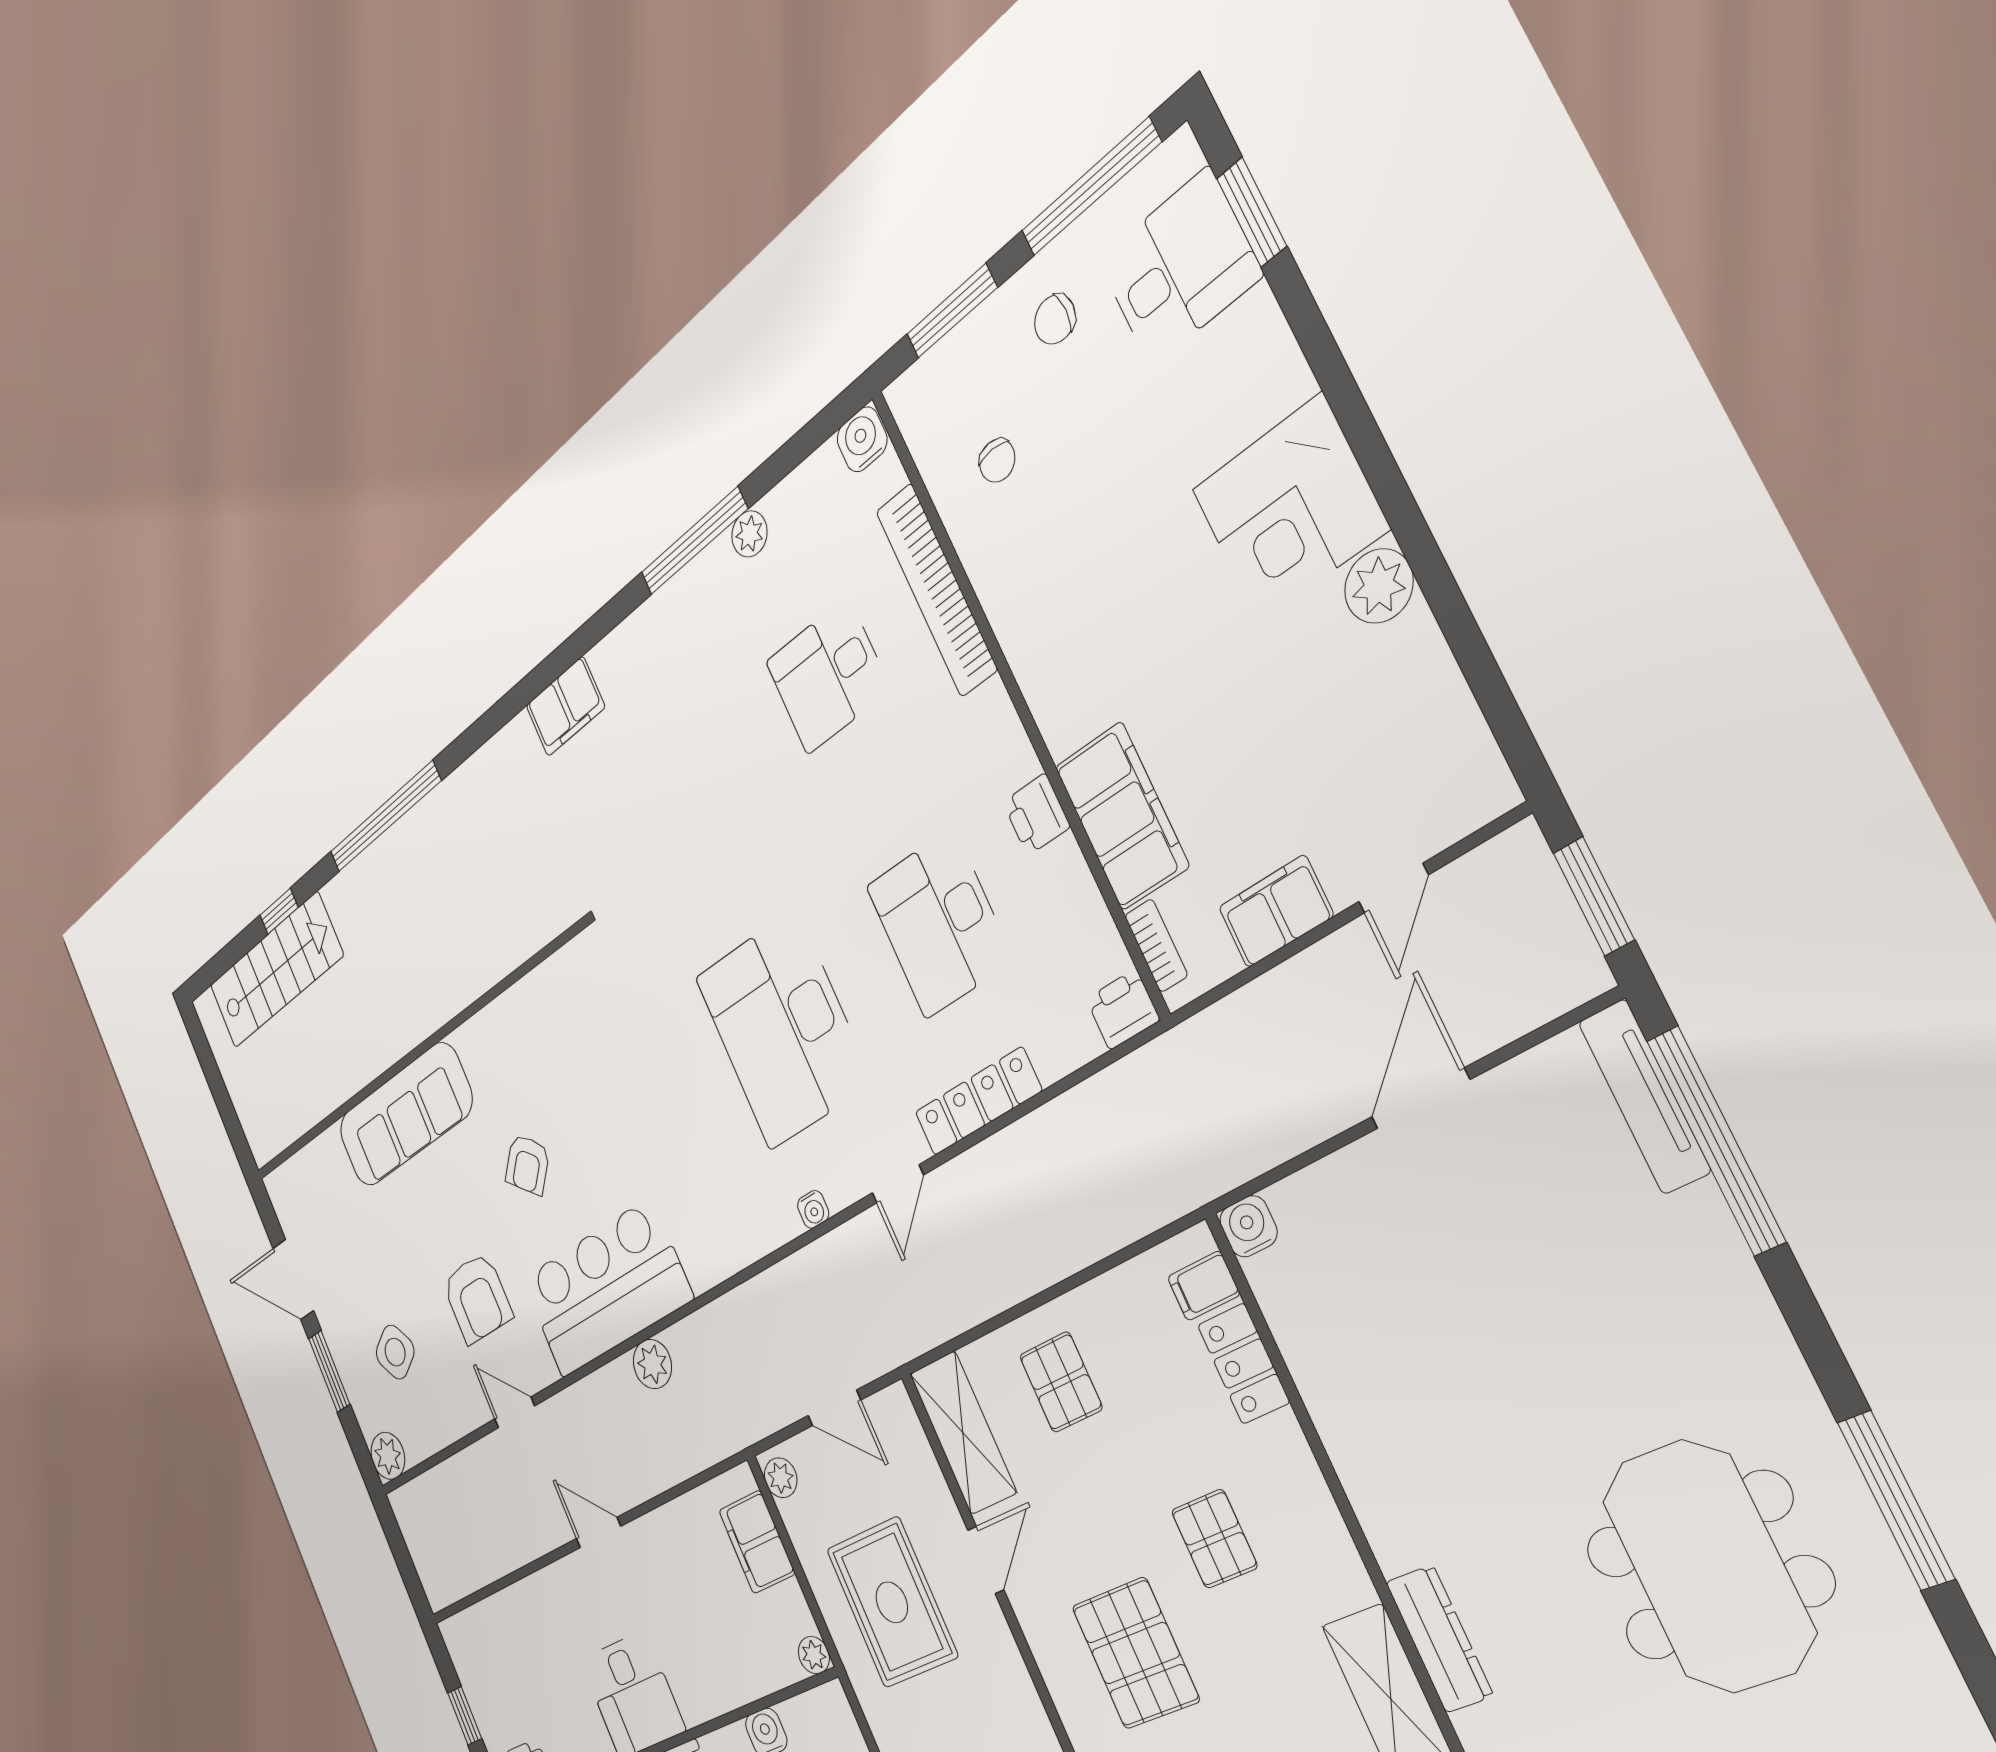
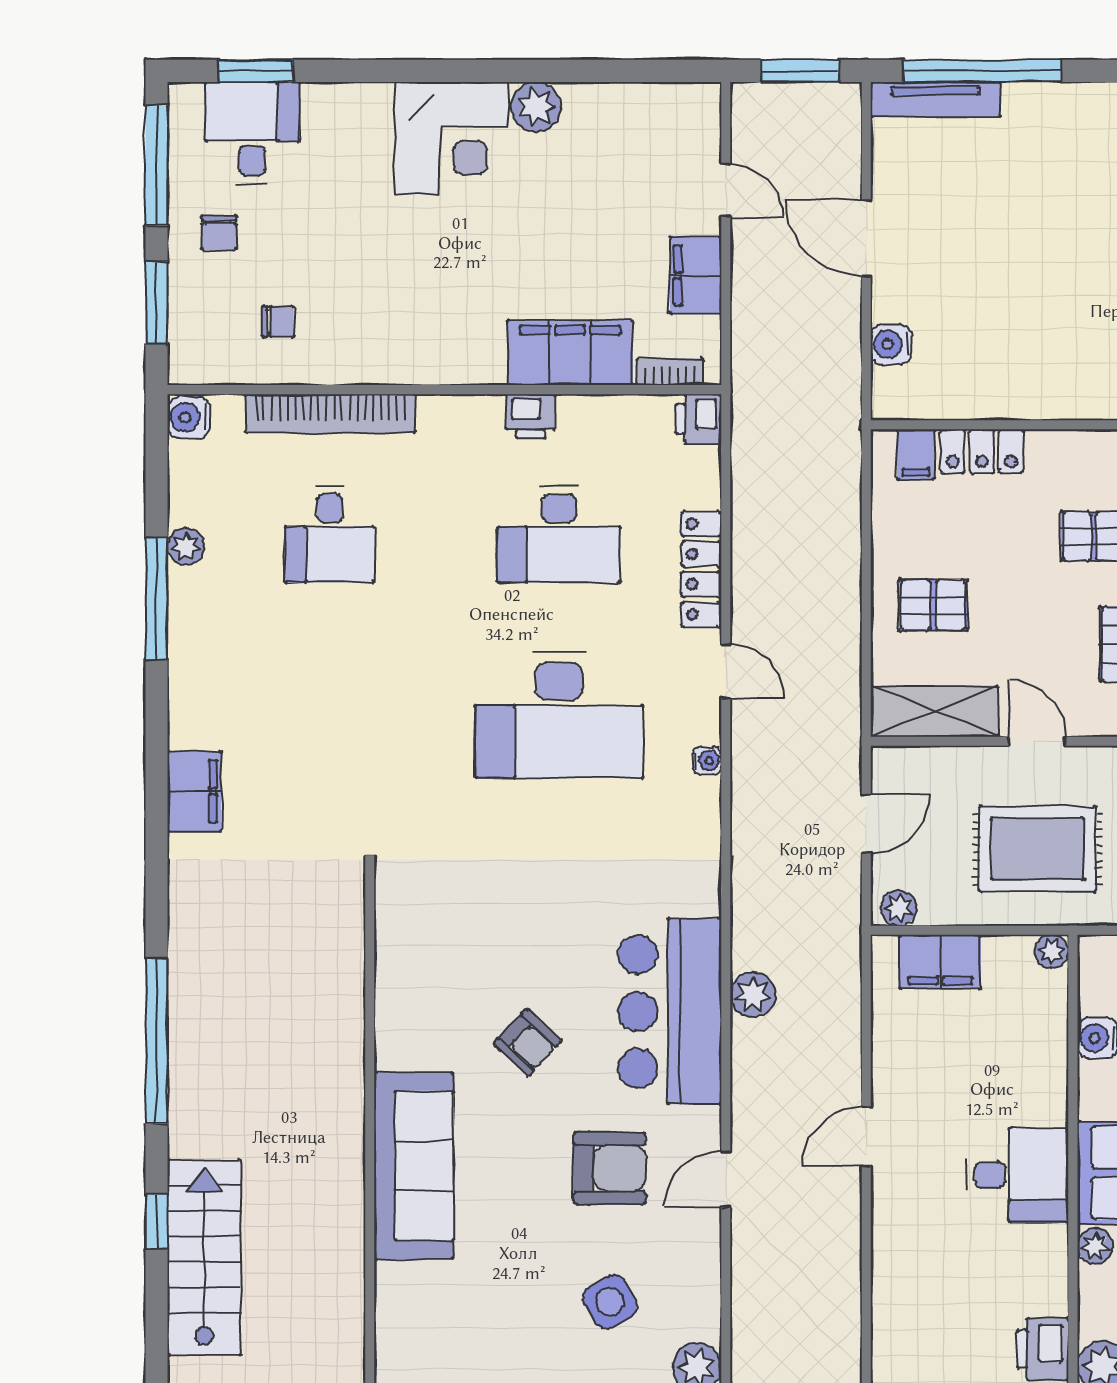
water cooler: (1248, 1226) -> (891, 344), moved

